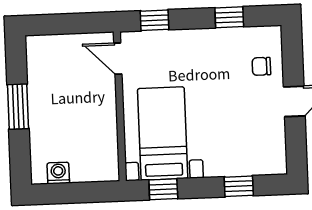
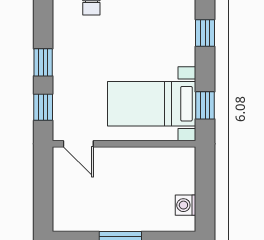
window: (229, 17) -> (43, 62), moved
door: (118, 59) -> (78, 144), hinge flipped

